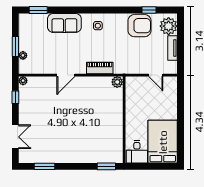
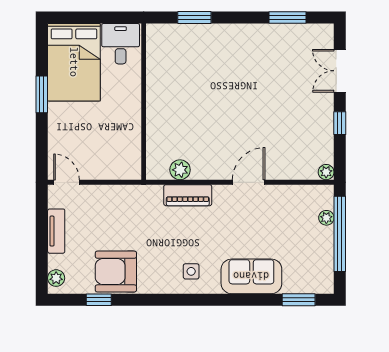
plant: (169, 26) -> (56, 278), width x0.53, depth x0.53
window: (15, 46) -> (340, 234), width x2.11
door: (156, 75) -> (66, 182), moved
plant: (117, 82) -> (180, 170), moved
window: (15, 97) -> (340, 123), moved
window: (181, 124) -> (42, 94), added
window: (106, 166) -> (194, 17), moved

